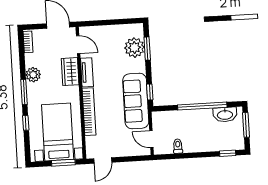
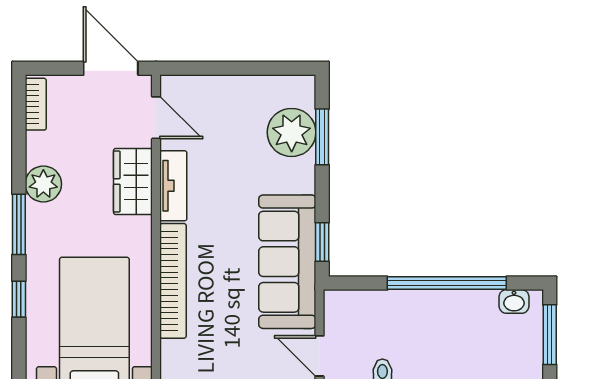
washbasin: (225, 115) -> (514, 301), width x0.52, depth x0.69

